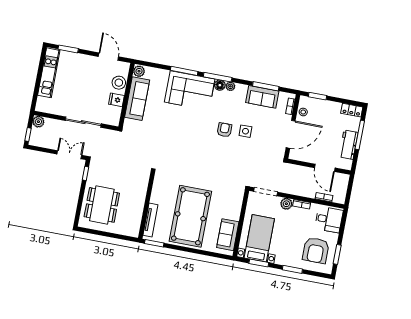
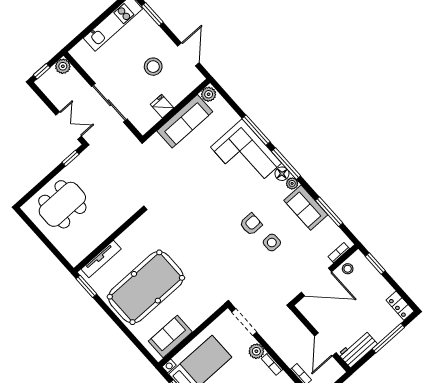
stool: (119, 83) -> (153, 67), moved
sofa: (262, 97) -> (306, 208), moved
workbench: (348, 145) -> (358, 349), moved

